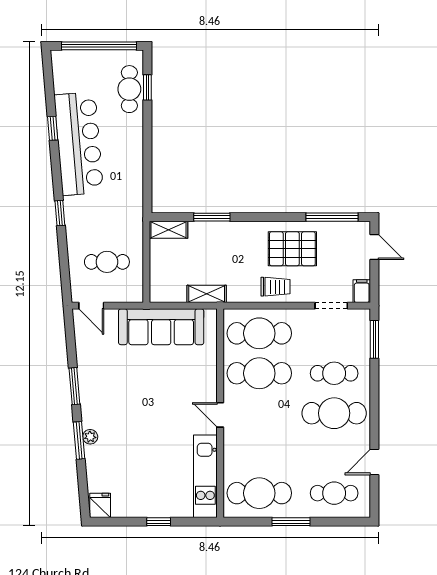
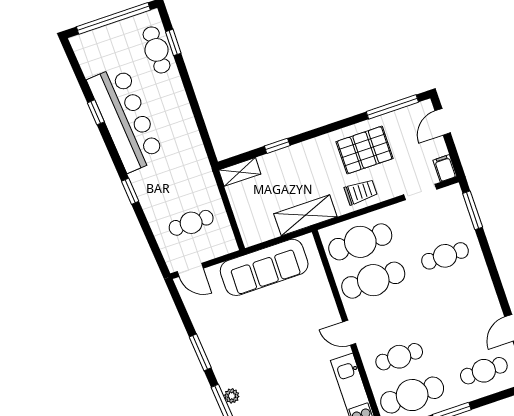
window: (212, 217) -> (277, 146), width x0.67
door: (374, 247) -> (443, 122), swing flipped
shelving: (207, 294) -> (305, 215), width x1.50, depth x1.33
cafe table: (334, 413) -> (399, 357), moved, width x0.73, depth x0.74

